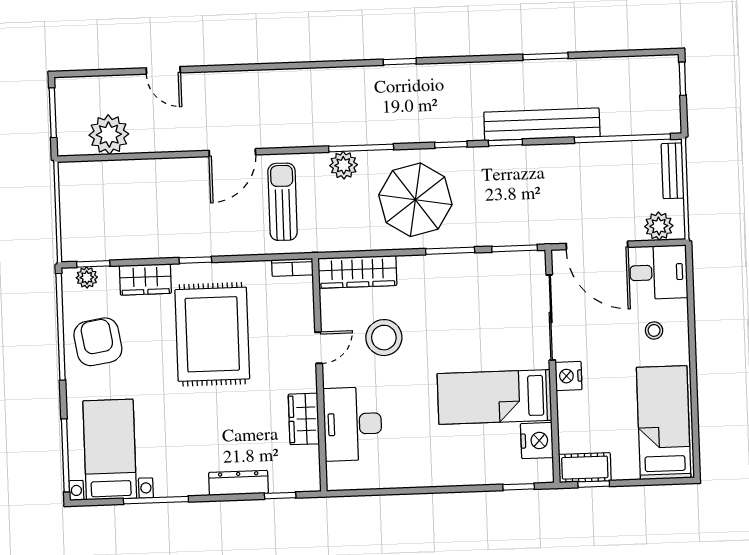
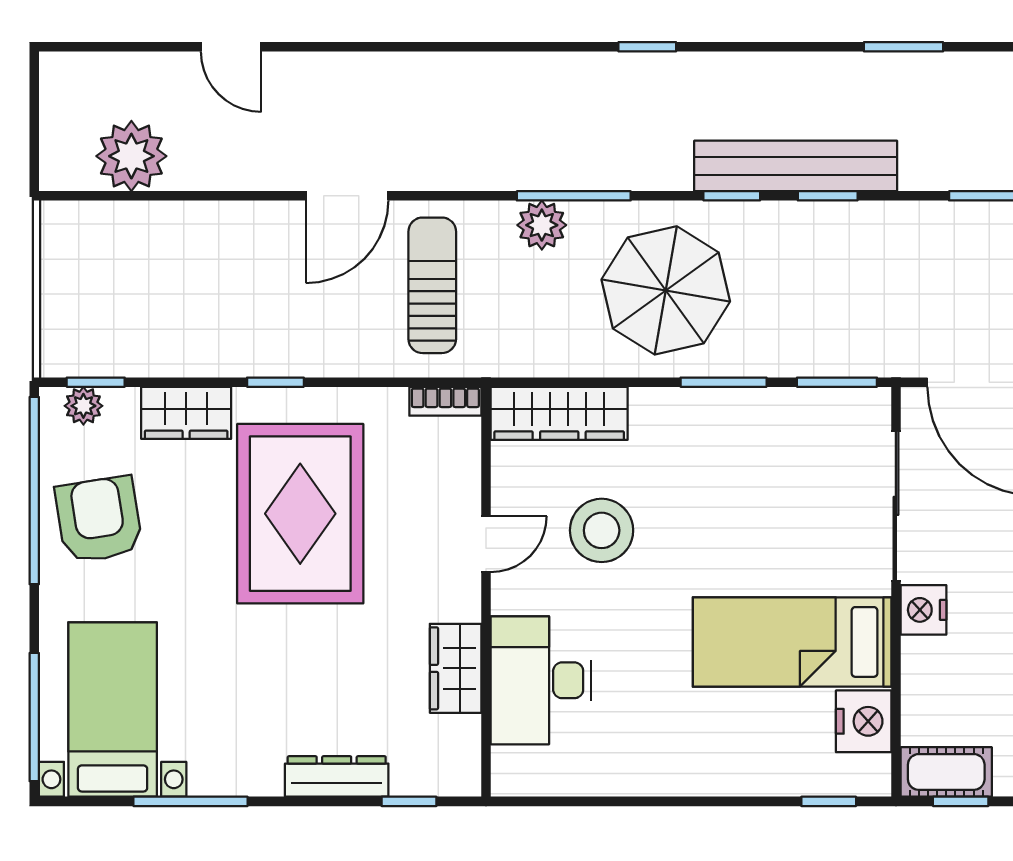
window: (53, 113) -> (34, 114), removed
bench: (542, 124) -> (796, 166), moved

